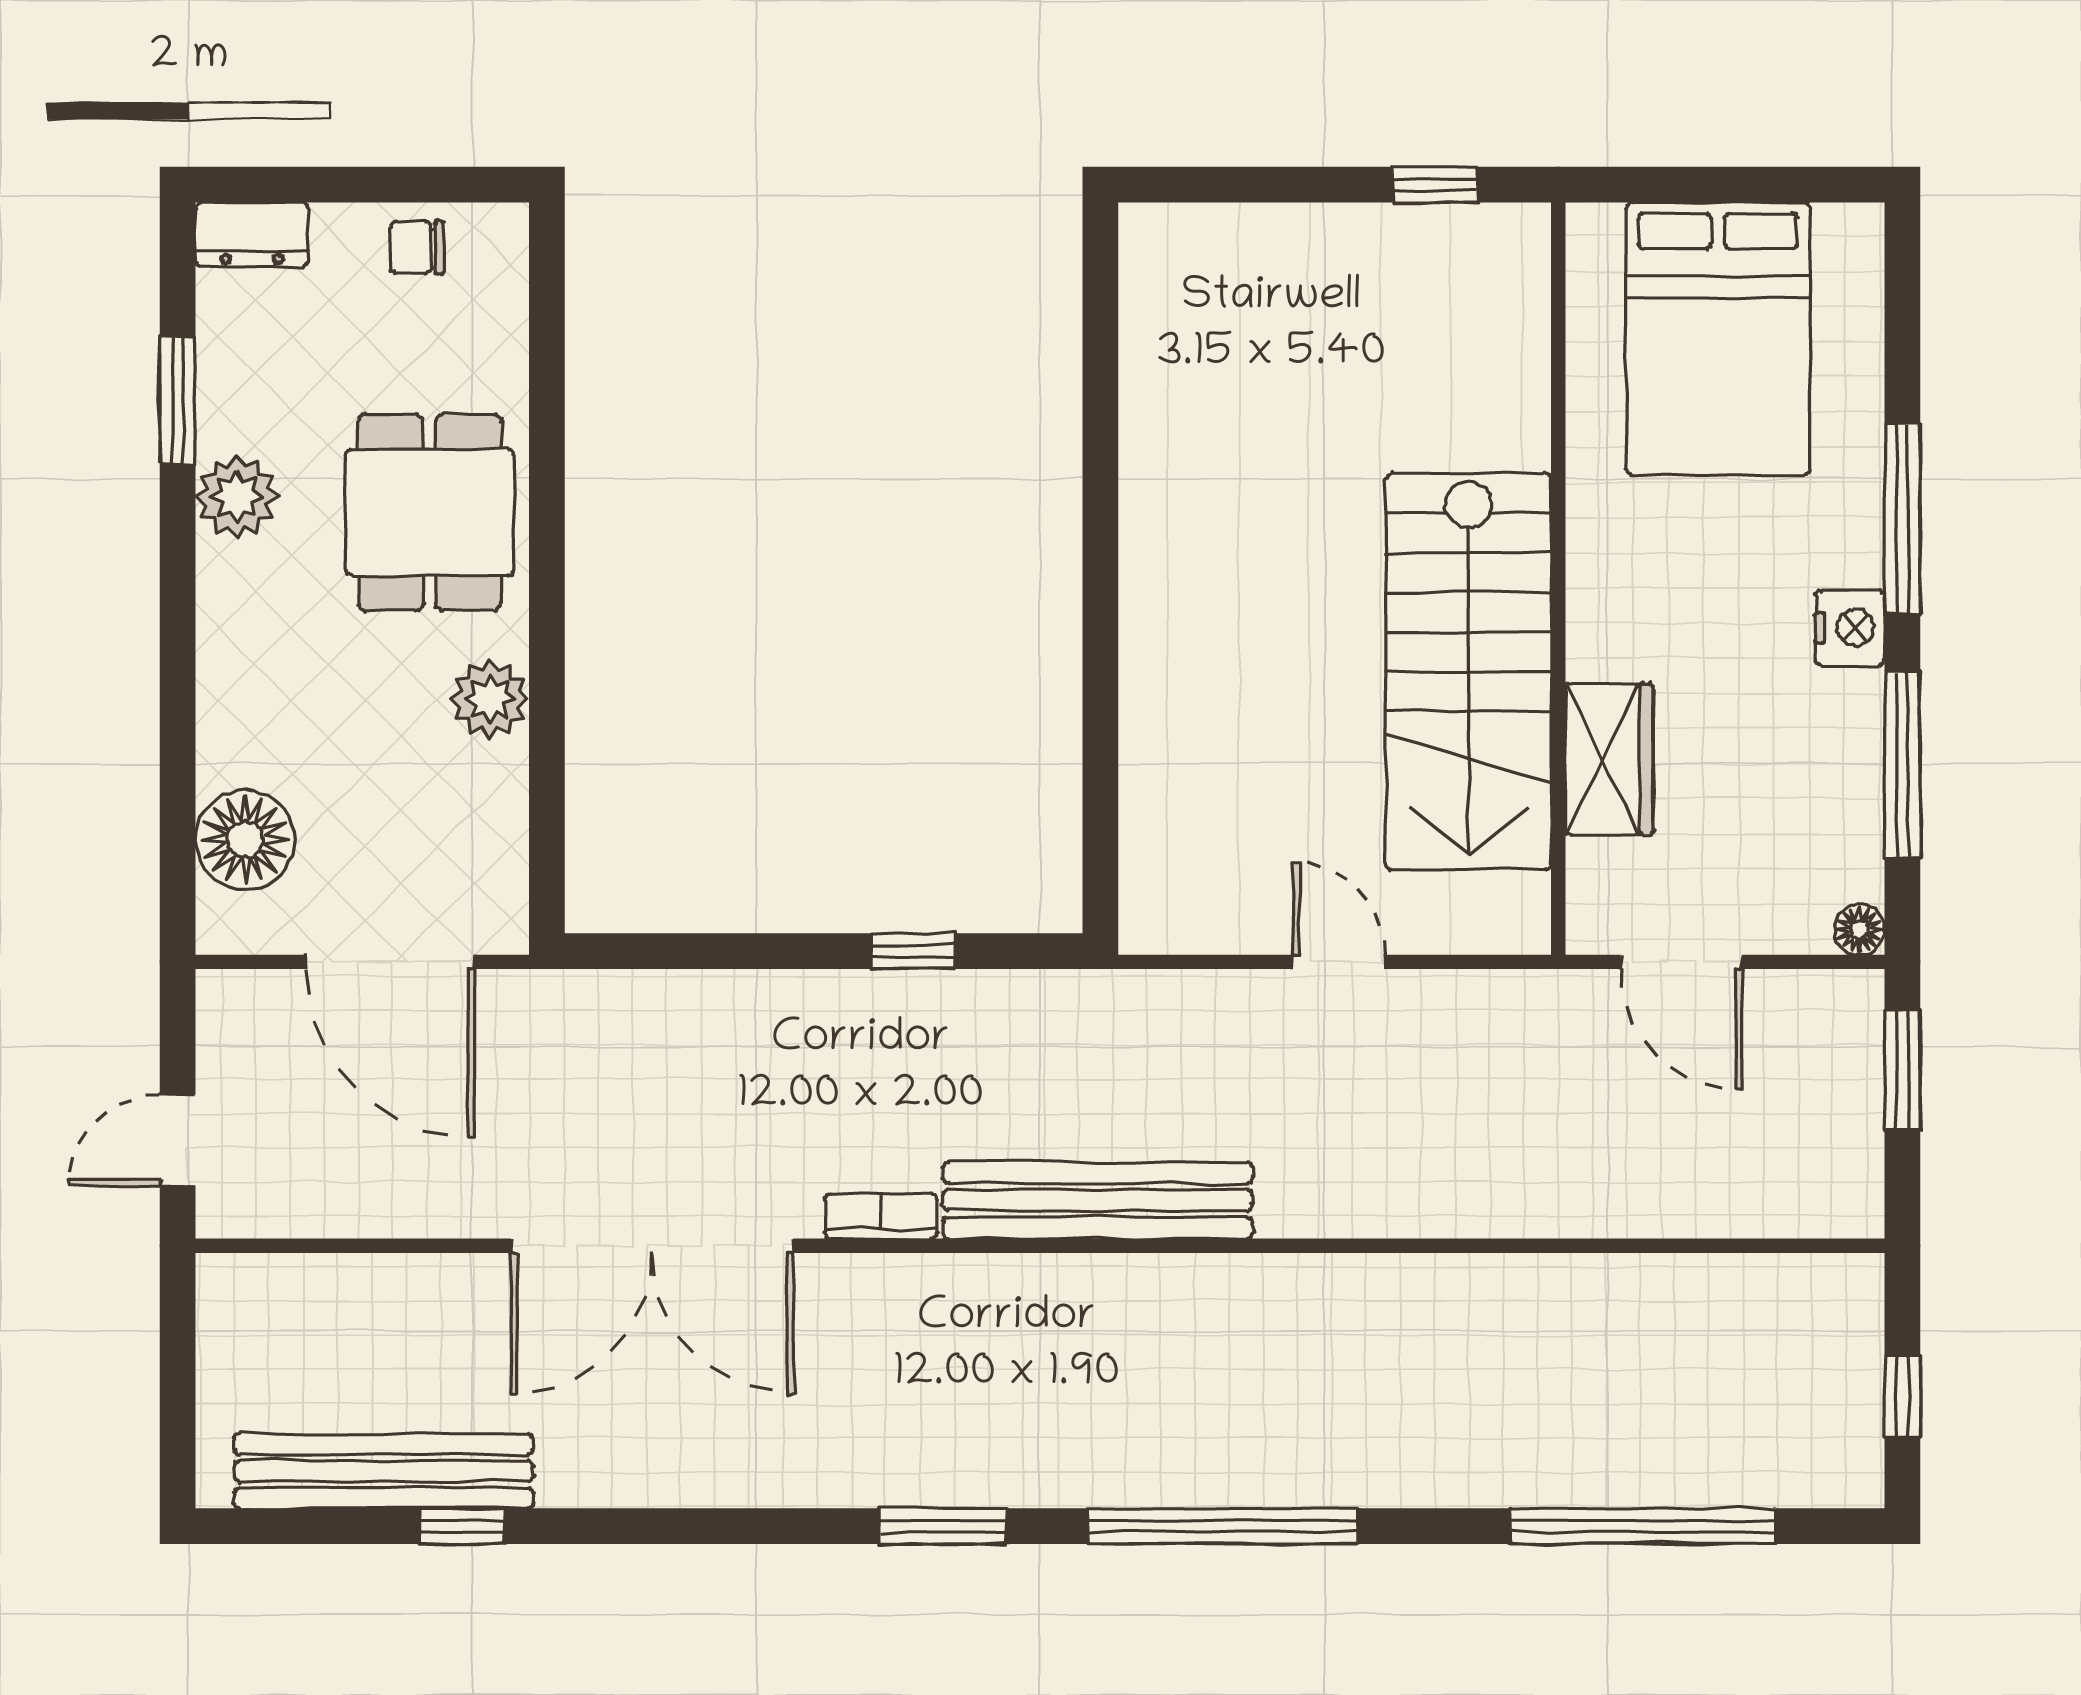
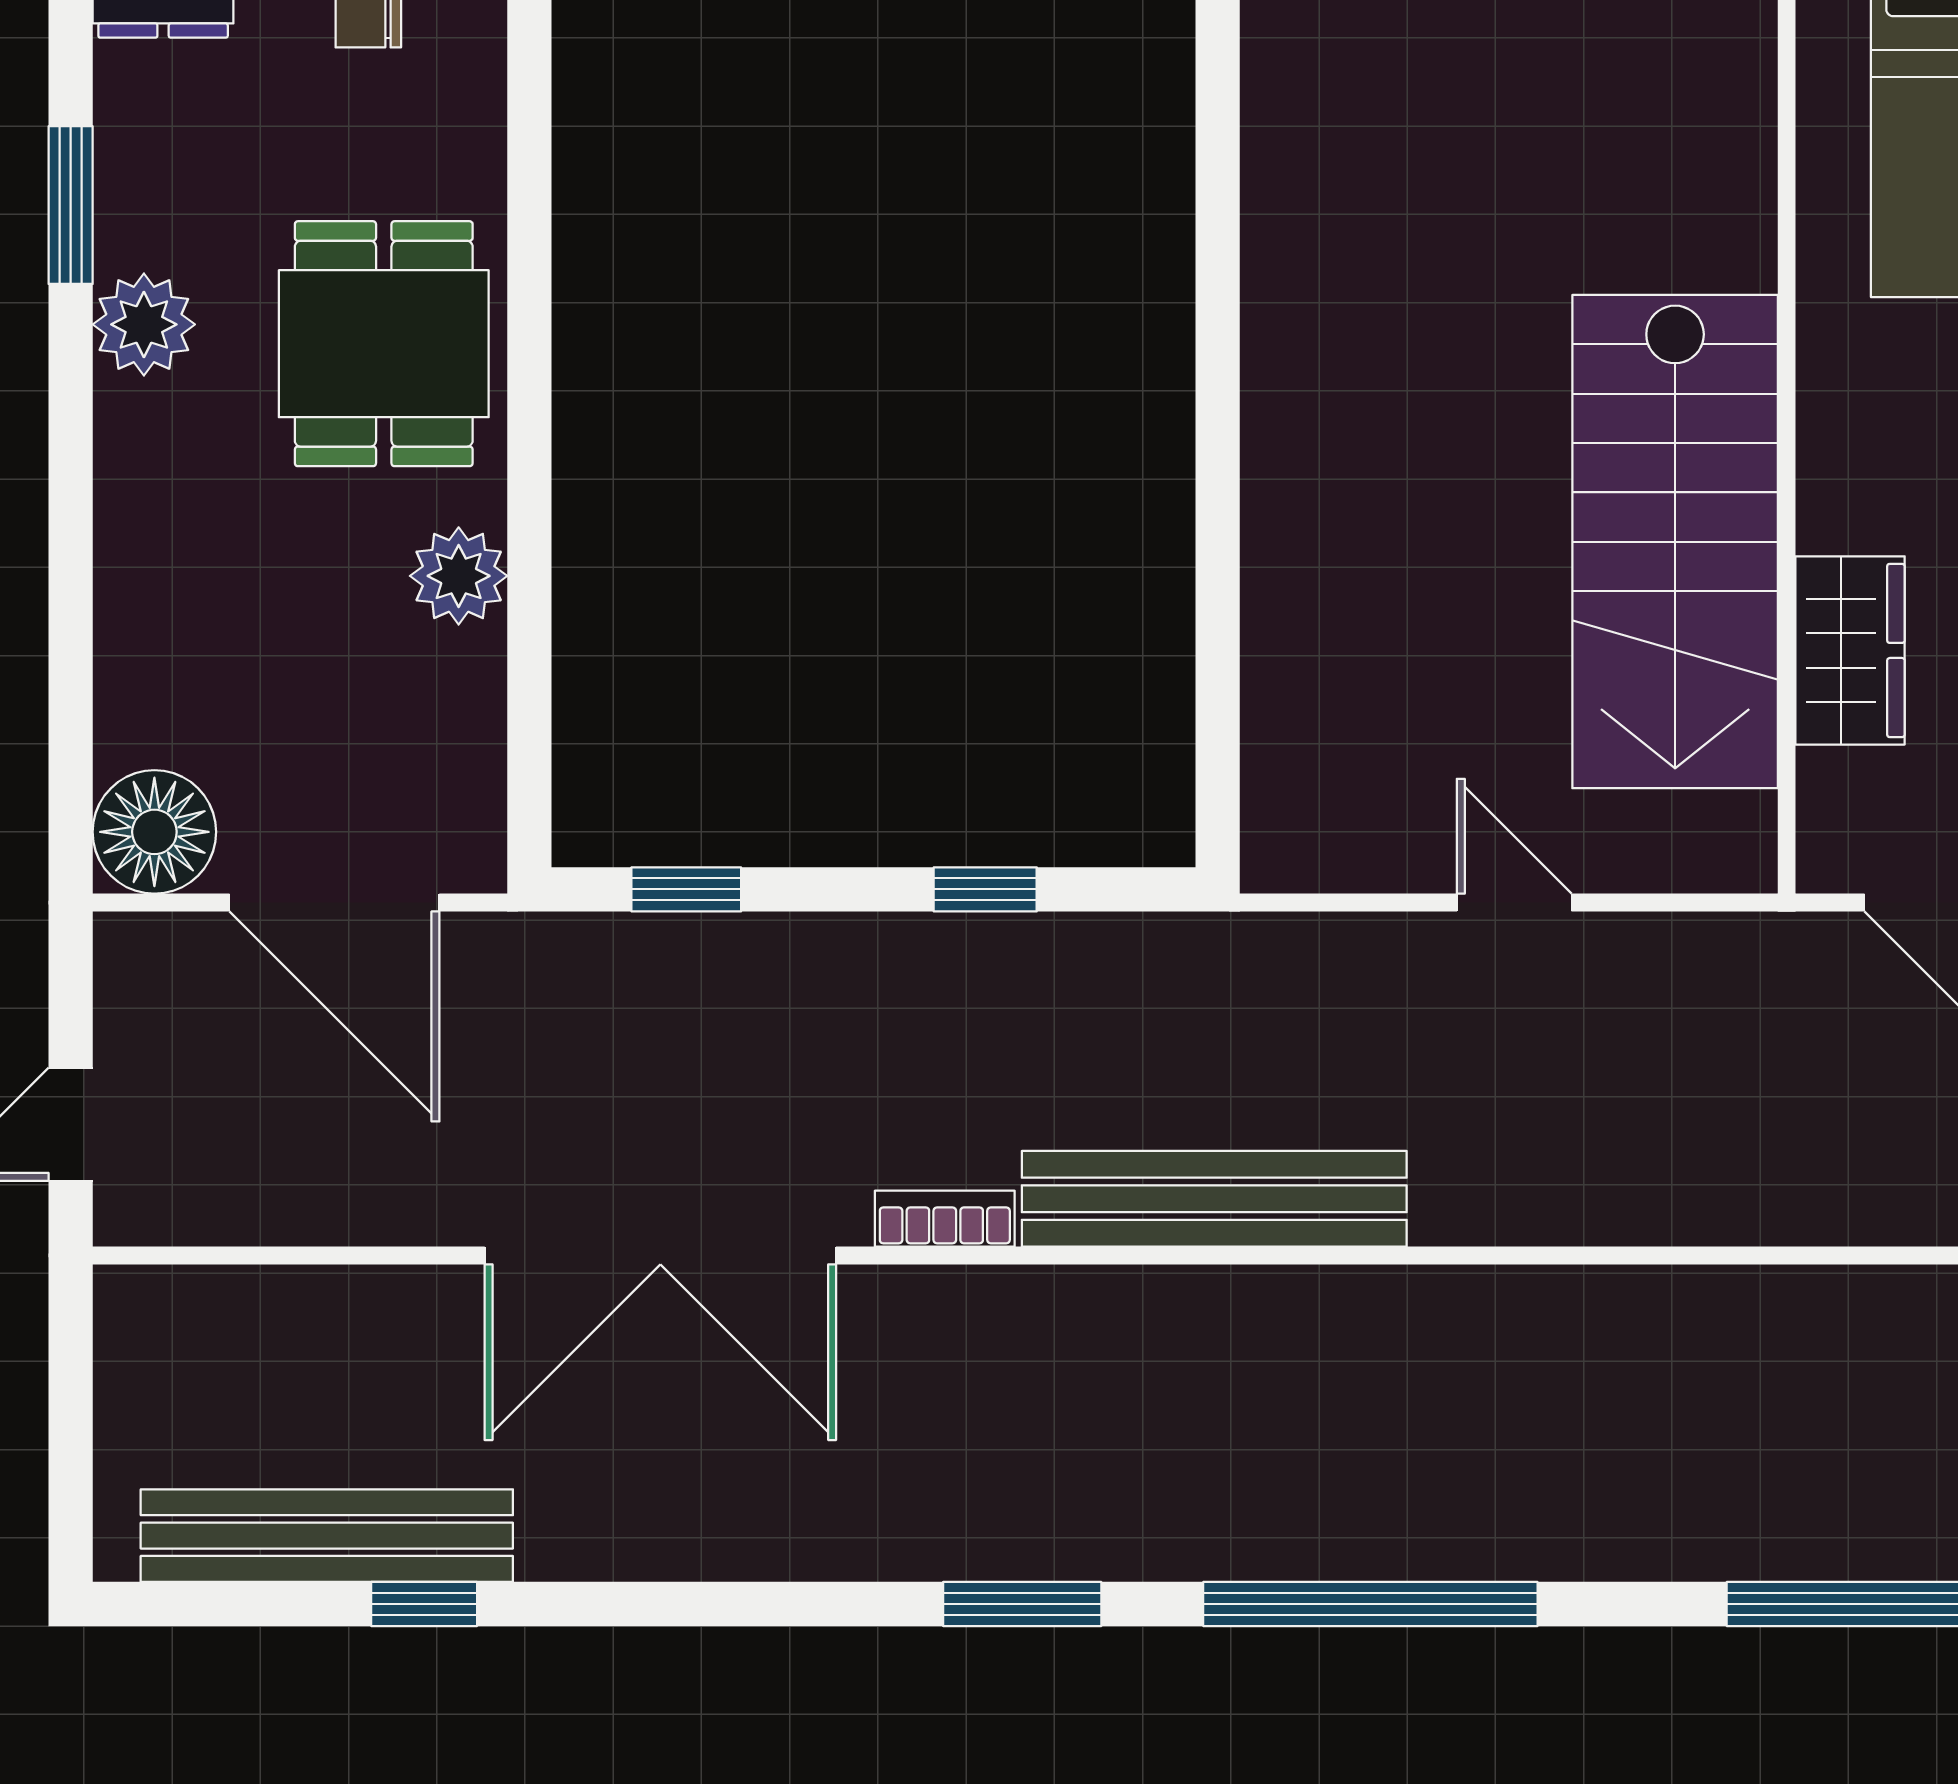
floor lamp: (245, 839) -> (154, 832), moved
window: (673, 951) -> (686, 889), added

